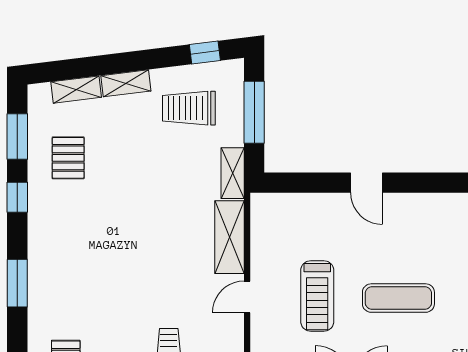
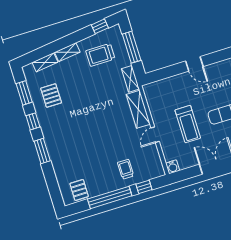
window: (17, 283) -> (42, 151), moved

